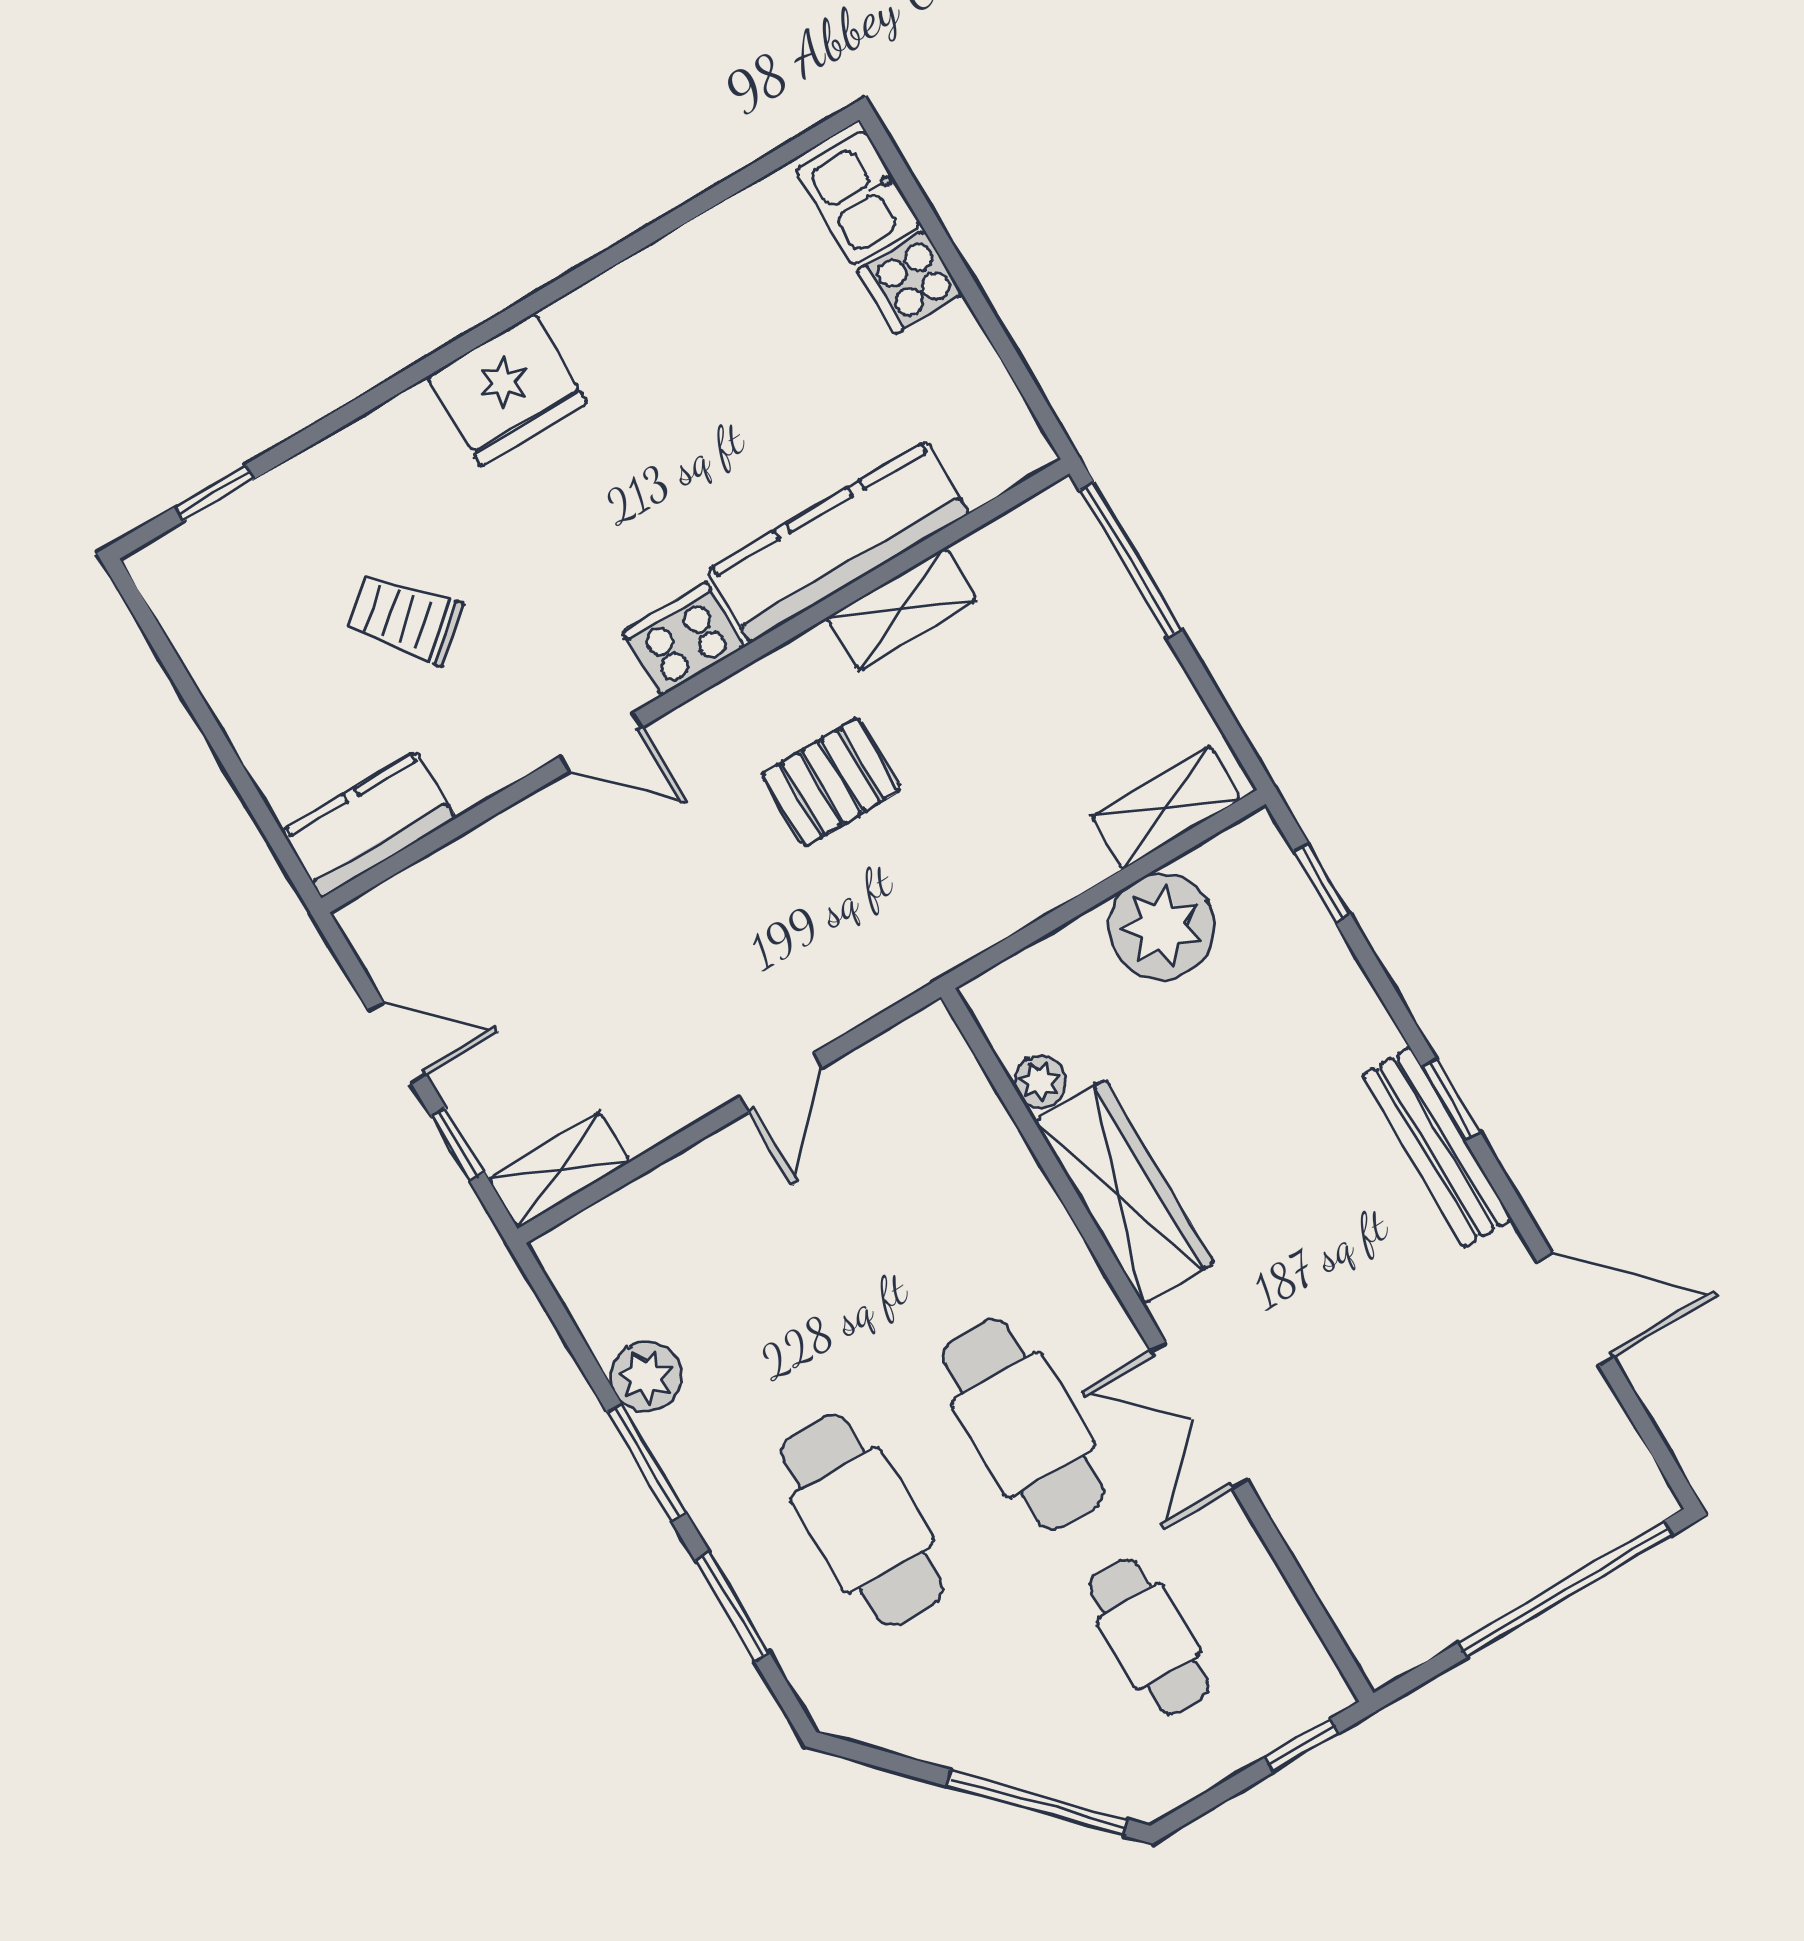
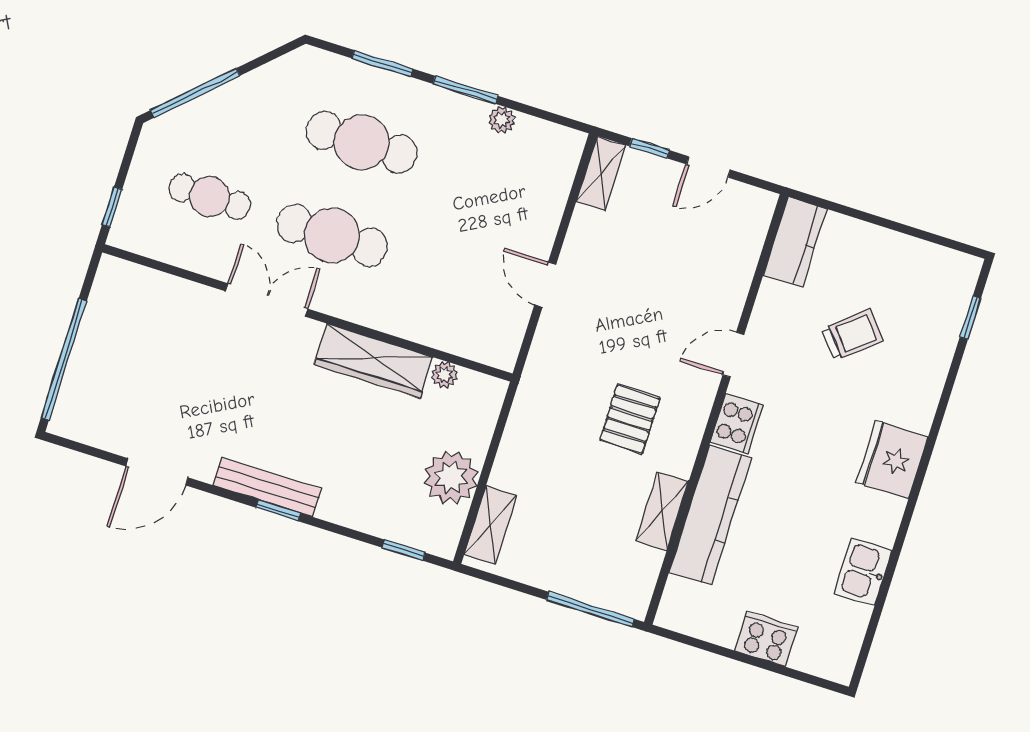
kitchen sink: (858, 197) -> (863, 572), moved, turned -90
cooker: (910, 282) -> (766, 639), width x1.36
plant: (646, 1377) -> (502, 120), width x0.73, depth x0.73

